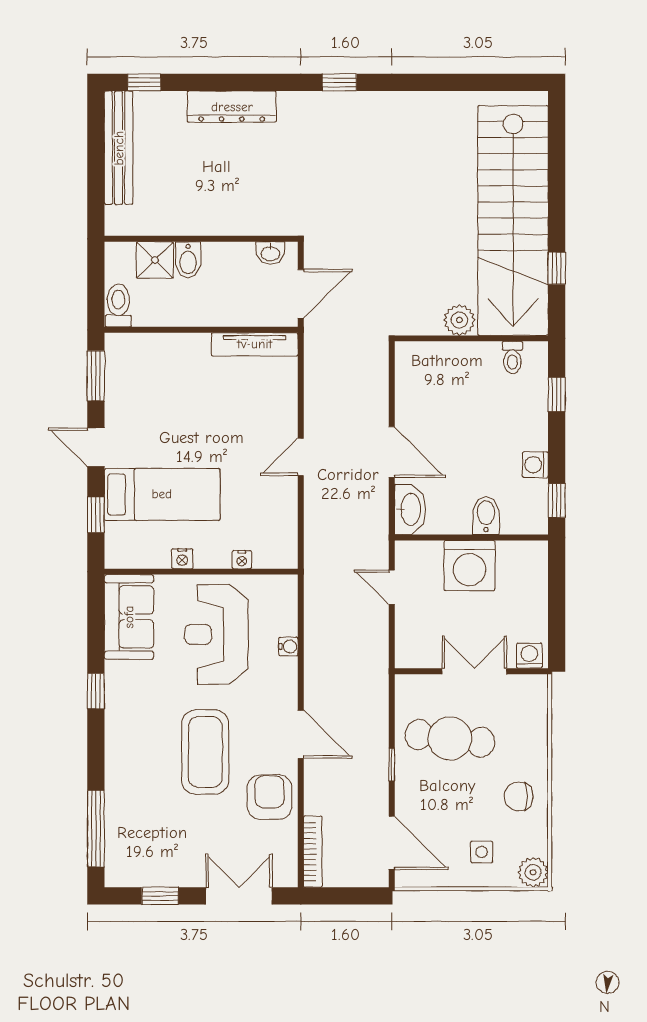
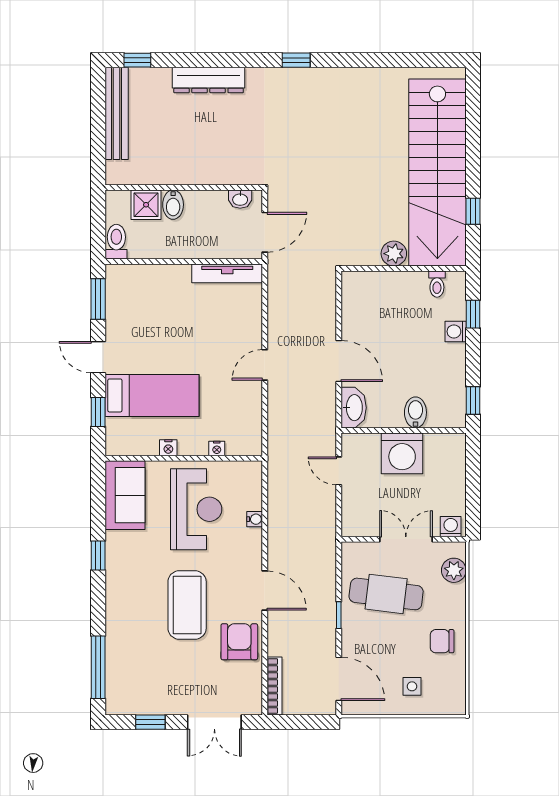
washing machine: (535, 465) -> (456, 331), moved
reception desk: (216, 634) -> (196, 509), turned 180
plant: (533, 872) -> (454, 570), moved
double door: (239, 896) -> (214, 722), swing flipped

